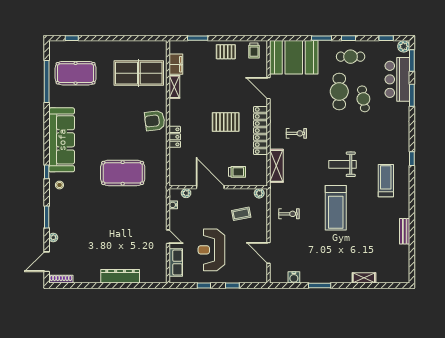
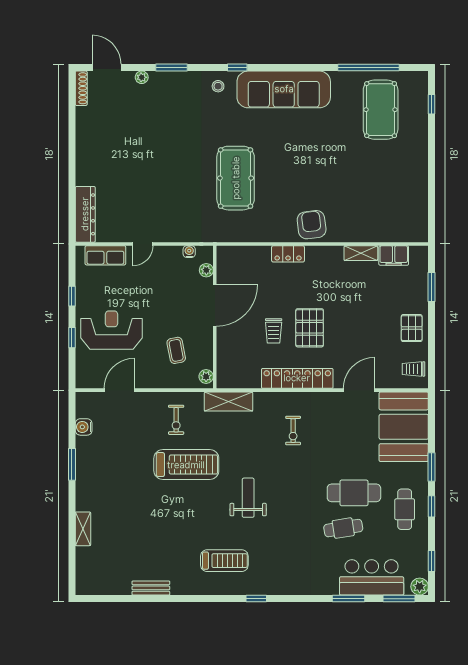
table tennis table: (139, 73) -> (381, 202), removed
shelving: (276, 166) -> (229, 402), moved
trolley: (237, 172) -> (274, 331), moved
treadmill: (336, 208) -> (186, 465), moved, turned 180
reception desk: (211, 250) -> (111, 330), moved
dresser: (120, 276) -> (85, 214), moved

